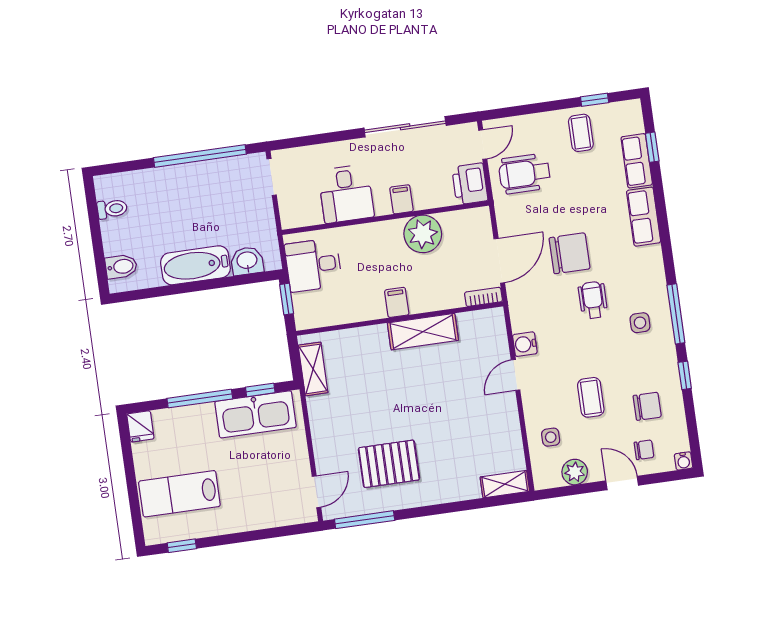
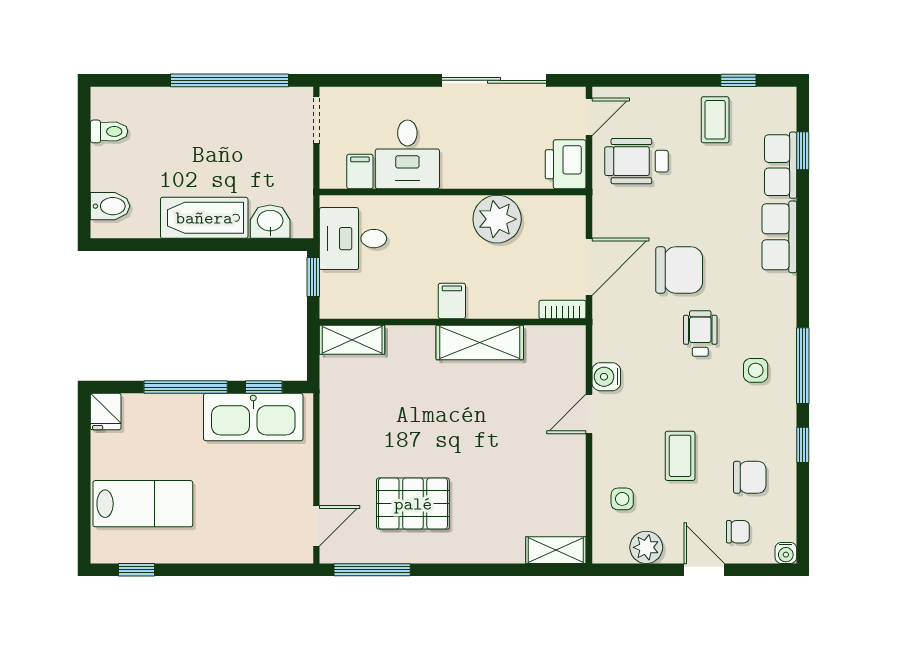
filing cabinet: (401, 199) -> (360, 171), moved
shelving: (313, 369) -> (352, 340), moved, turned 90
lab bench: (179, 494) -> (143, 504), turned 180

